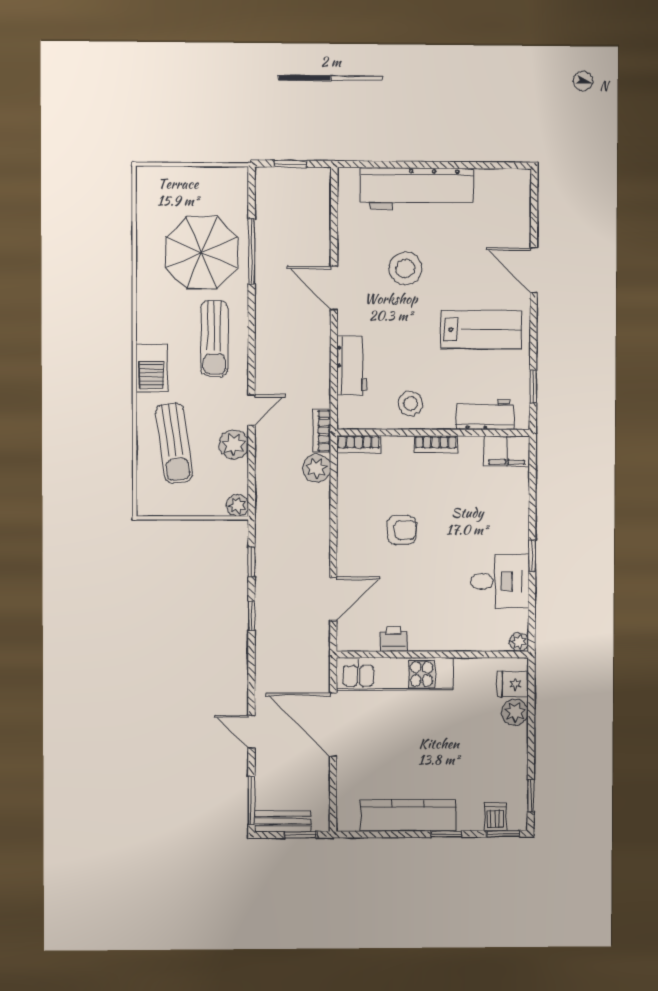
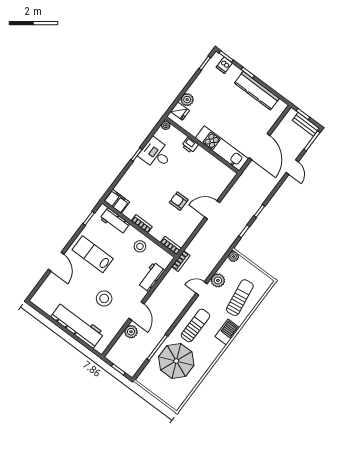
plant: (317, 468) -> (131, 332), moved
door: (333, 599) -> (212, 210), moved
printer: (394, 639) -> (190, 145), moved

